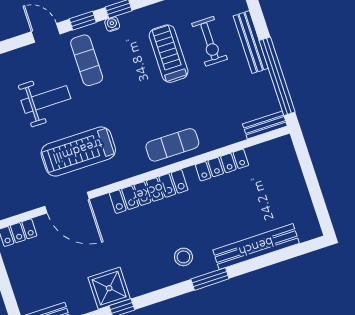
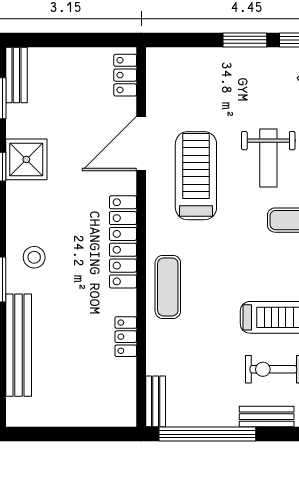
bench: (251, 42) -> (267, 417), width x0.73
locker: (222, 165) -> (126, 337), width x0.66

